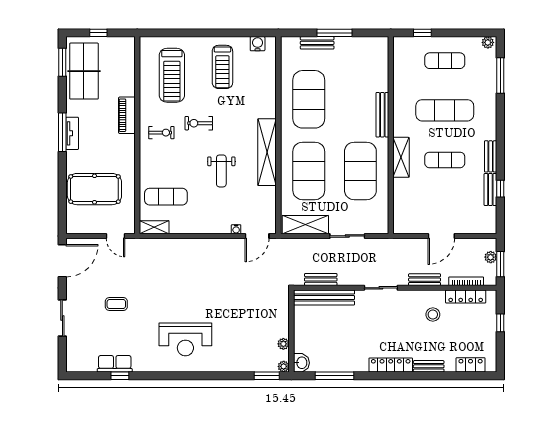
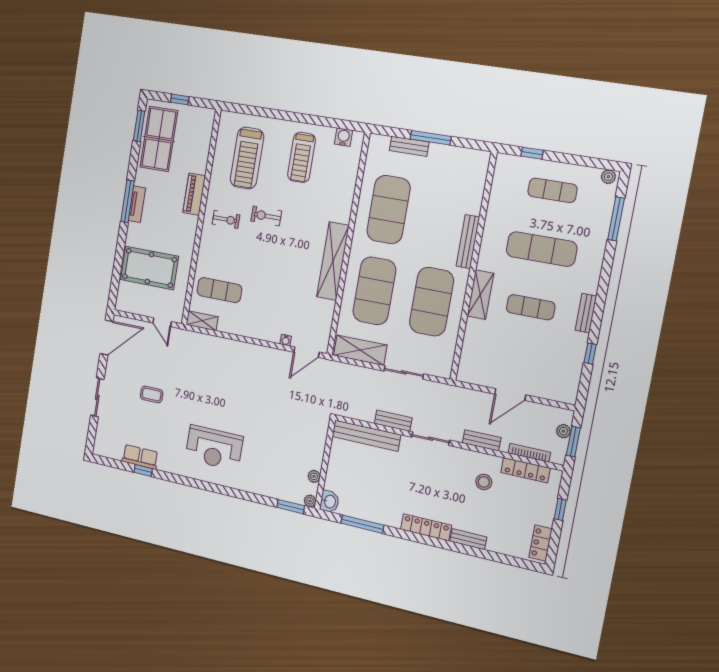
weight bench: (221, 171) -> (281, 273), removed
bench: (490, 190) -> (578, 352), removed
bench: (321, 279) -> (393, 421), moved
locker: (471, 365) -> (540, 543), moved, turned -90

